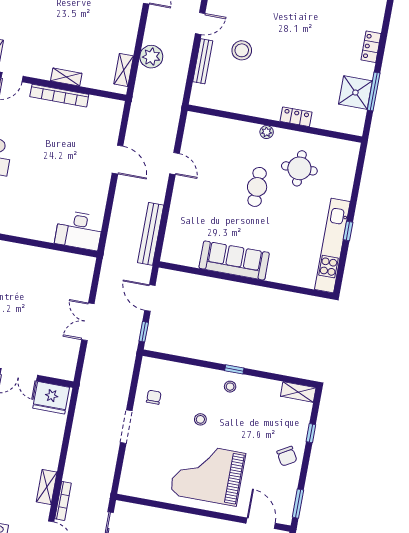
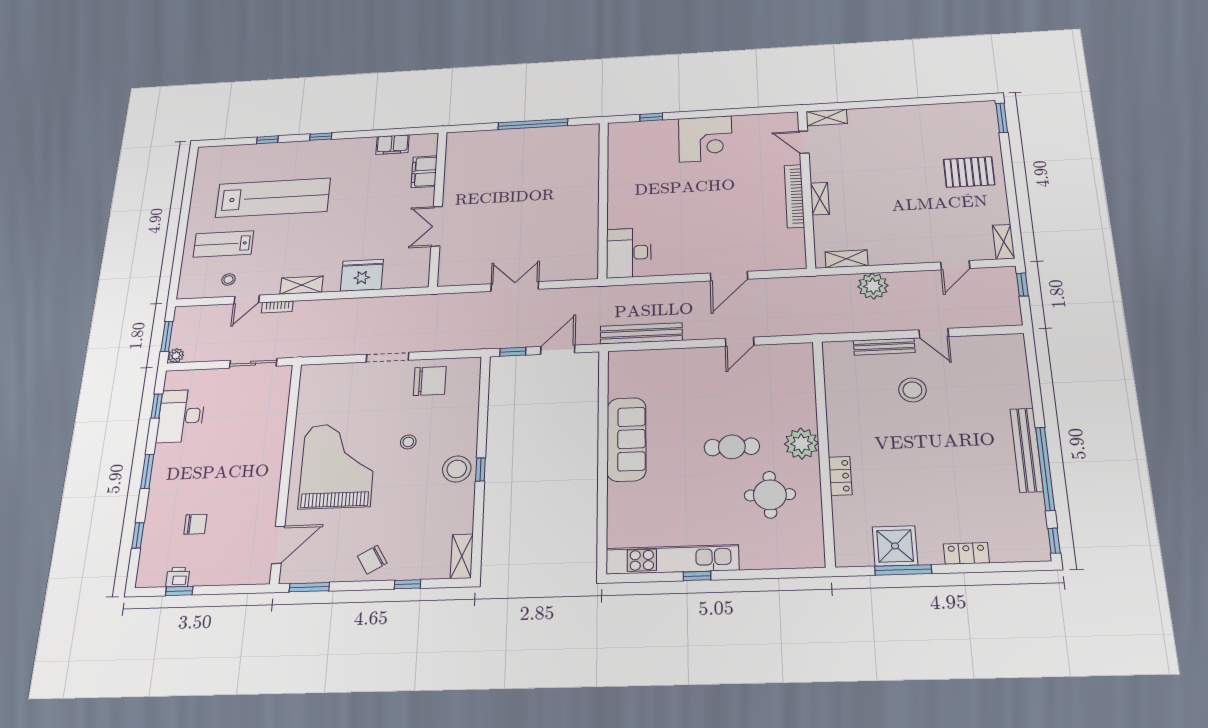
plant: (267, 132) -> (801, 444), width x1.87, depth x1.87
stool: (230, 387) -> (457, 469), width x1.89, depth x1.89
chair: (154, 397) -> (430, 381), width x1.87, depth x1.87
fridge: (51, 398) -> (362, 275), moved, turned 90
bookcase: (63, 501) -> (277, 307), width x0.64

